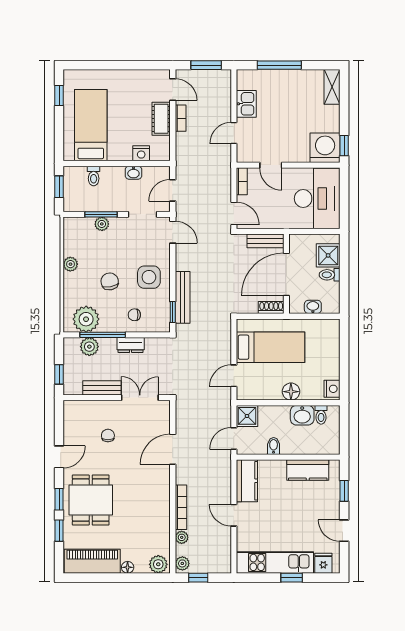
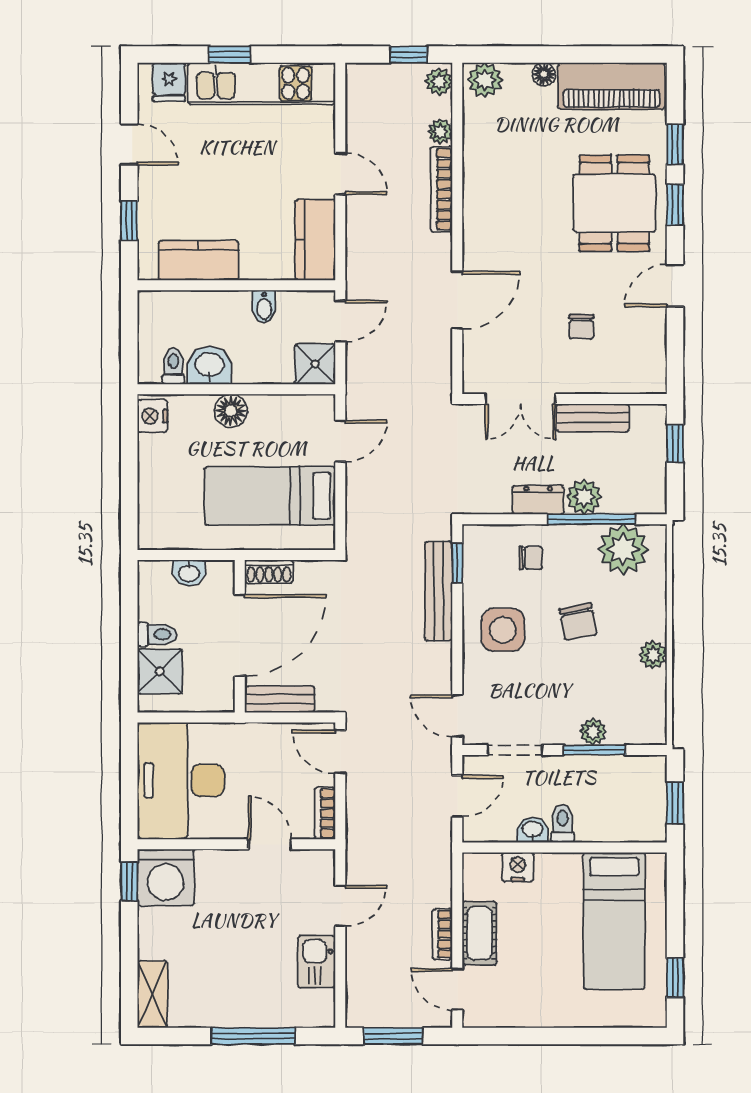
toilet: (94, 176) -> (562, 823), moved
plant: (89, 347) -> (584, 497), moved

